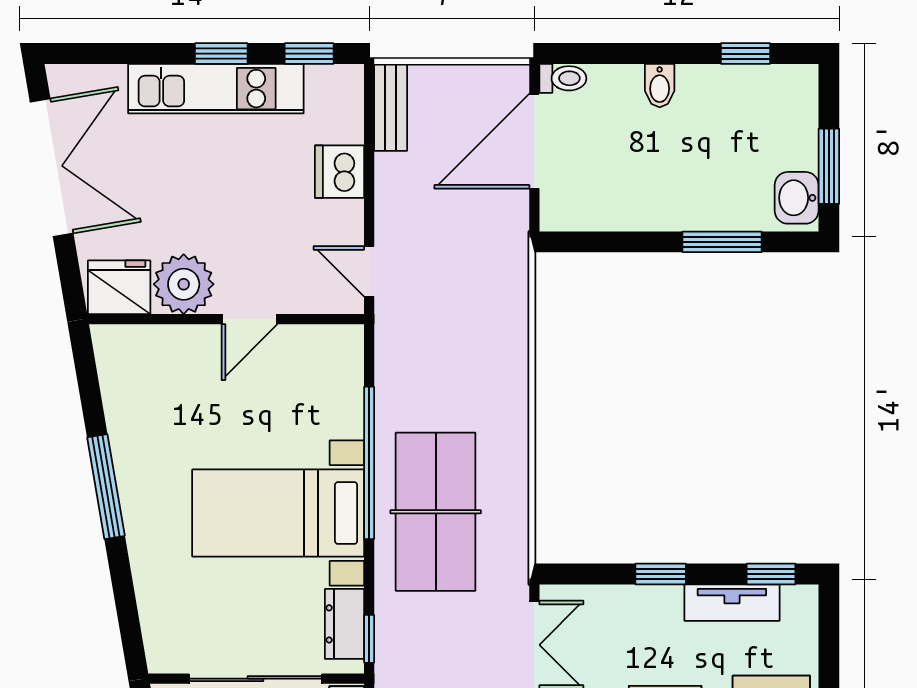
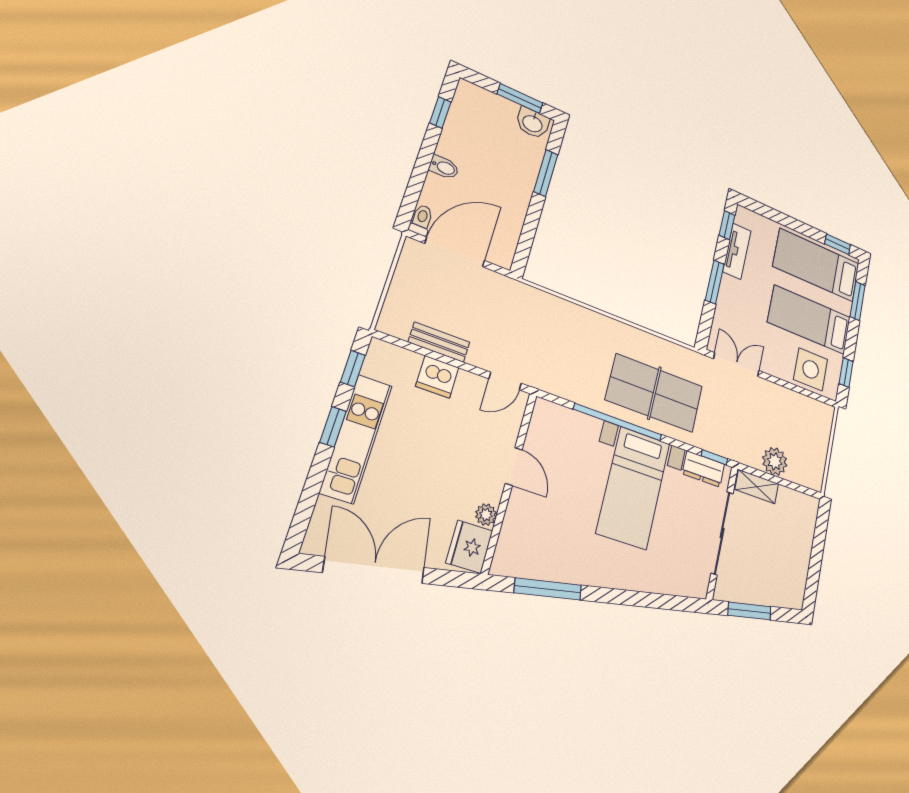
bench: (391, 107) -> (439, 342), moved
door: (534, 141) -> (455, 252), swing flipped
plant: (184, 284) -> (486, 515), width x0.53, depth x0.53
window: (106, 487) -> (548, 589), moved
window: (661, 574) -> (715, 282), width x1.50

